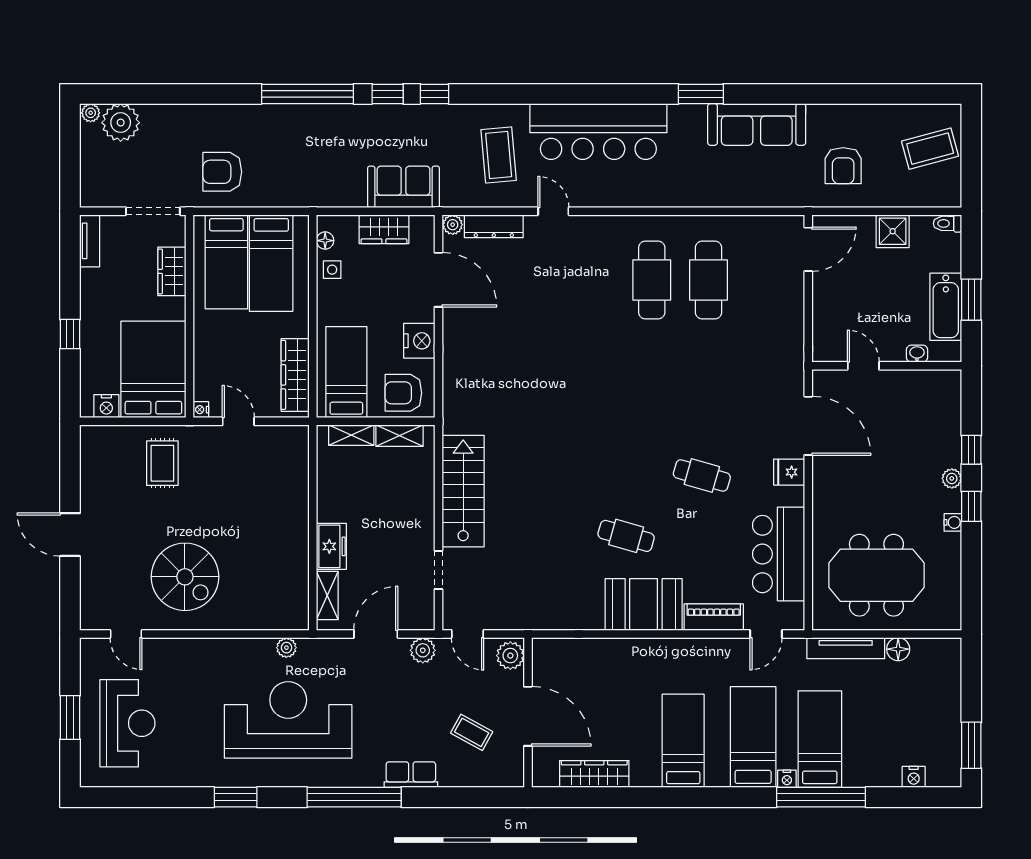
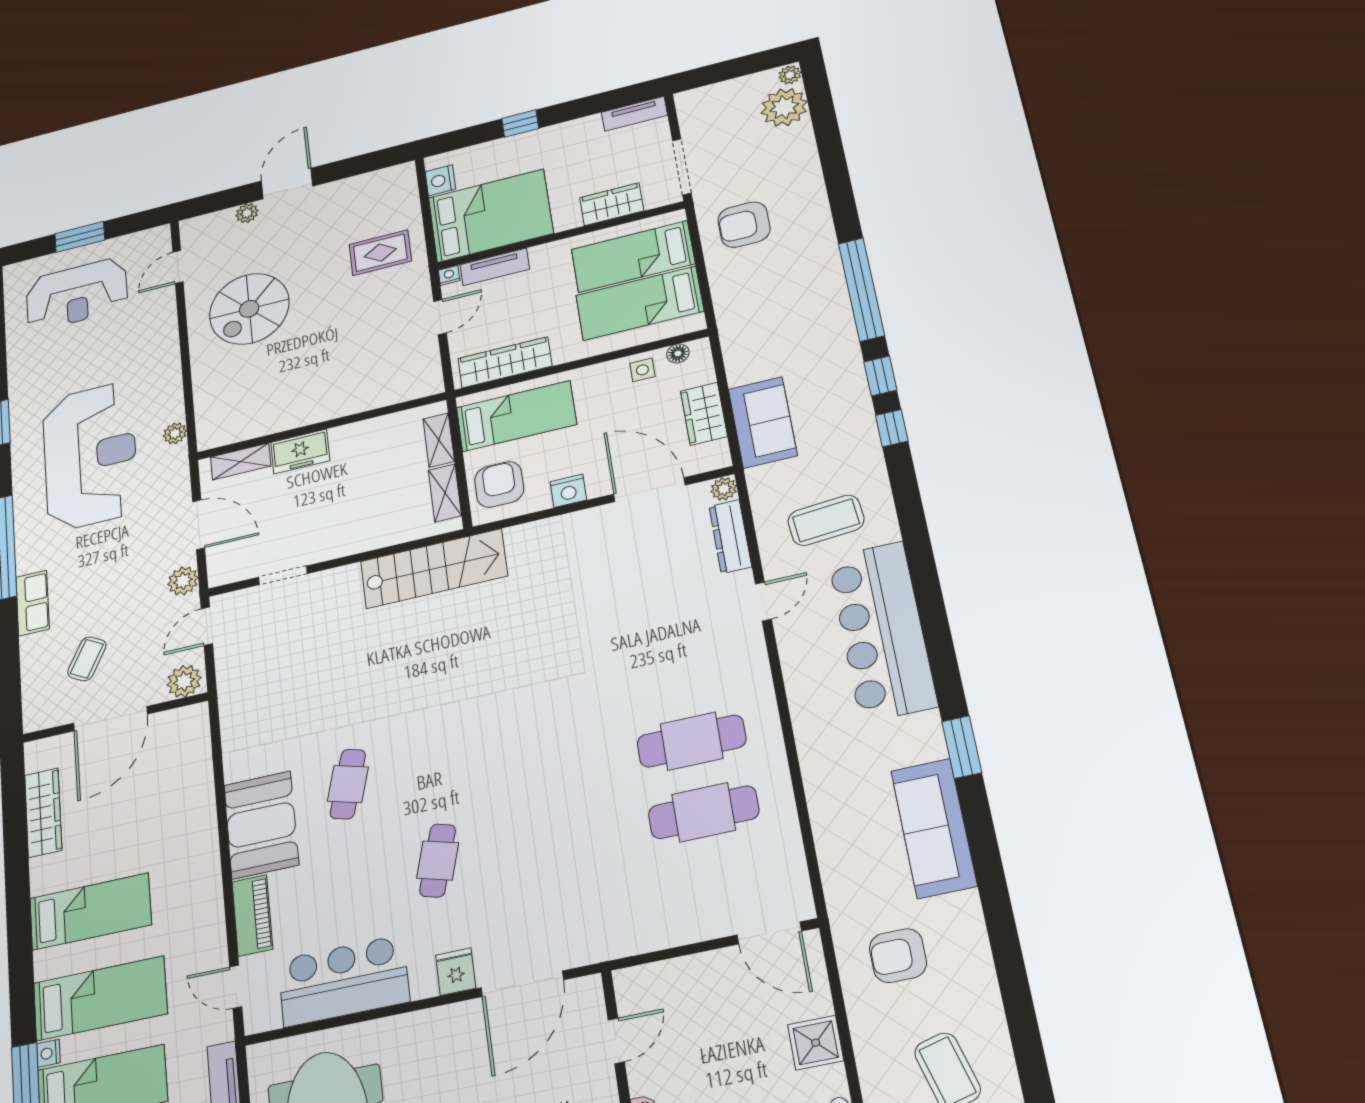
armchair: (222, 172) -> (744, 225), turned -90
door: (438, 280) -> (649, 490), swing flipped
nightstand: (419, 341) -> (568, 491), width x0.74, depth x0.75
tv unit: (204, 372) -> (495, 267), added
stairs: (463, 491) -> (434, 569), moved
plant: (89, 571) -> (247, 213), added

